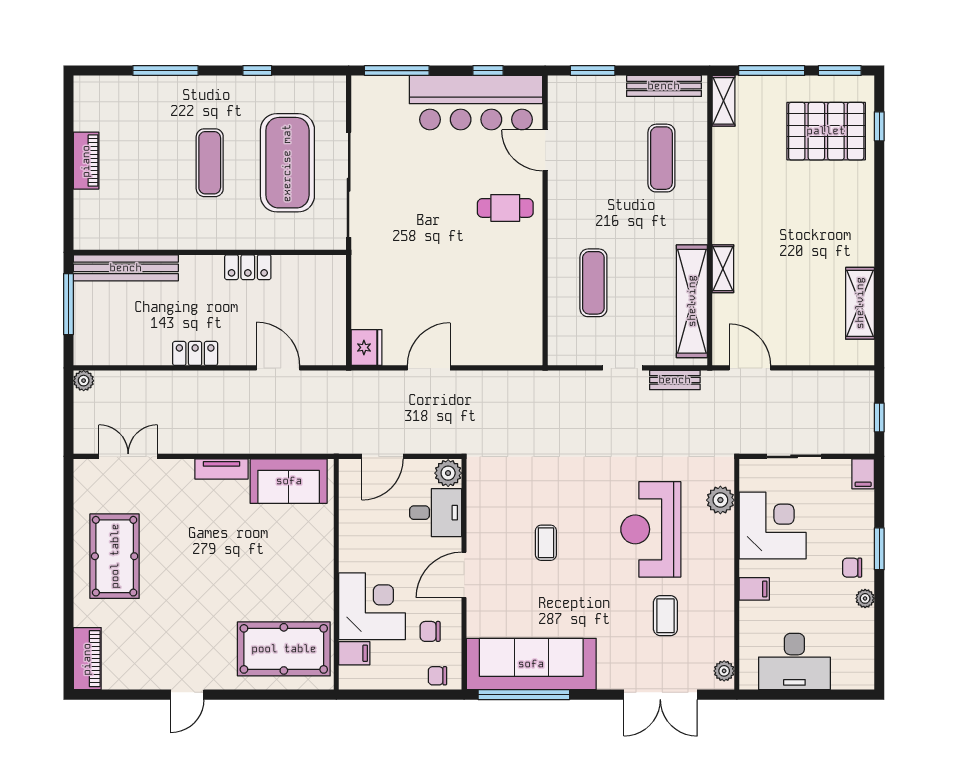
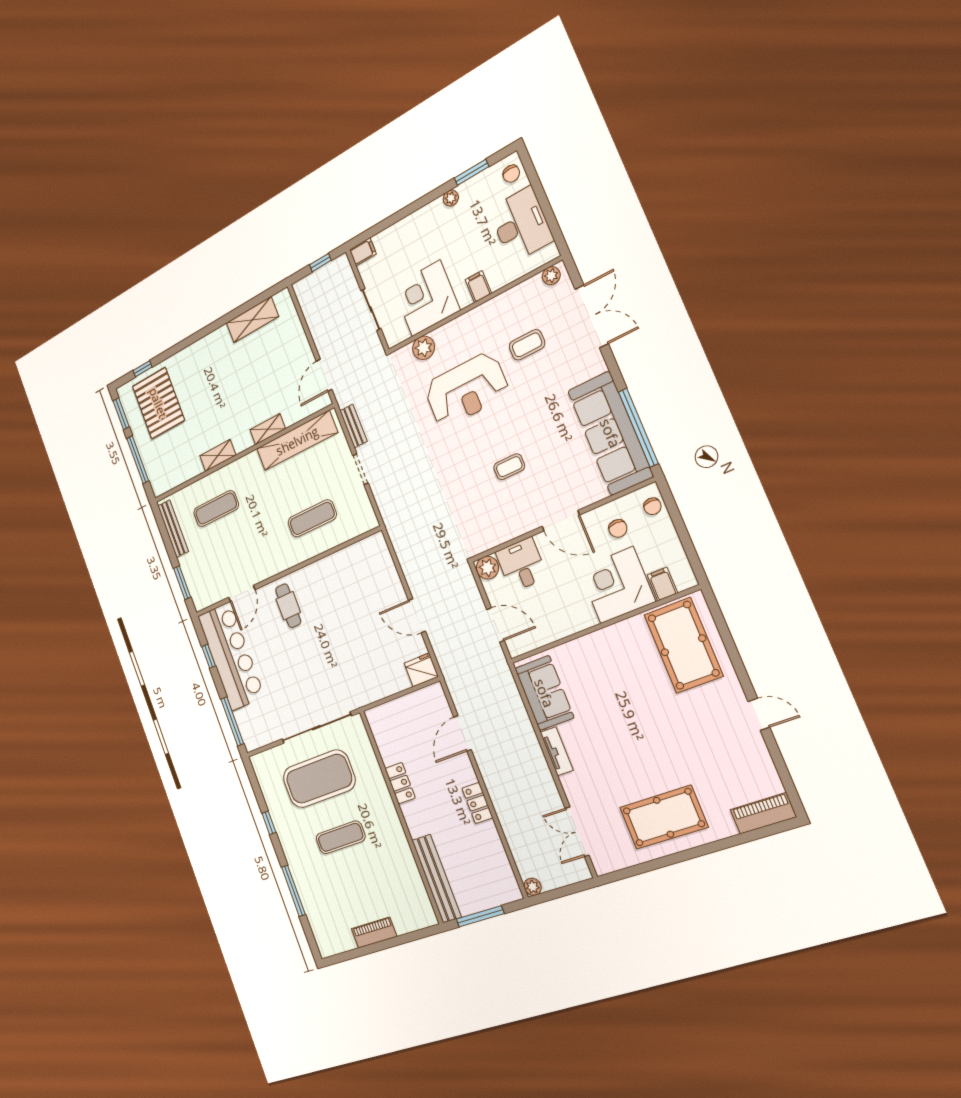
shelving: (724, 101) -> (218, 456), moved
window: (879, 549) -> (472, 172), moved
chair: (852, 568) -> (511, 174), moved

